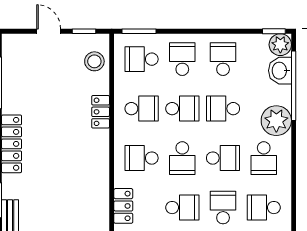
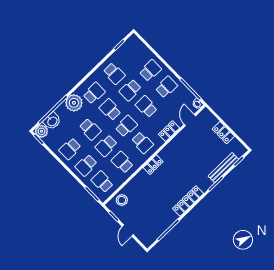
school desk: (142, 59) -> (102, 182), turned 180
school desk: (182, 109) -> (106, 146), turned -90
locker: (101, 112) -> (153, 165), moved

